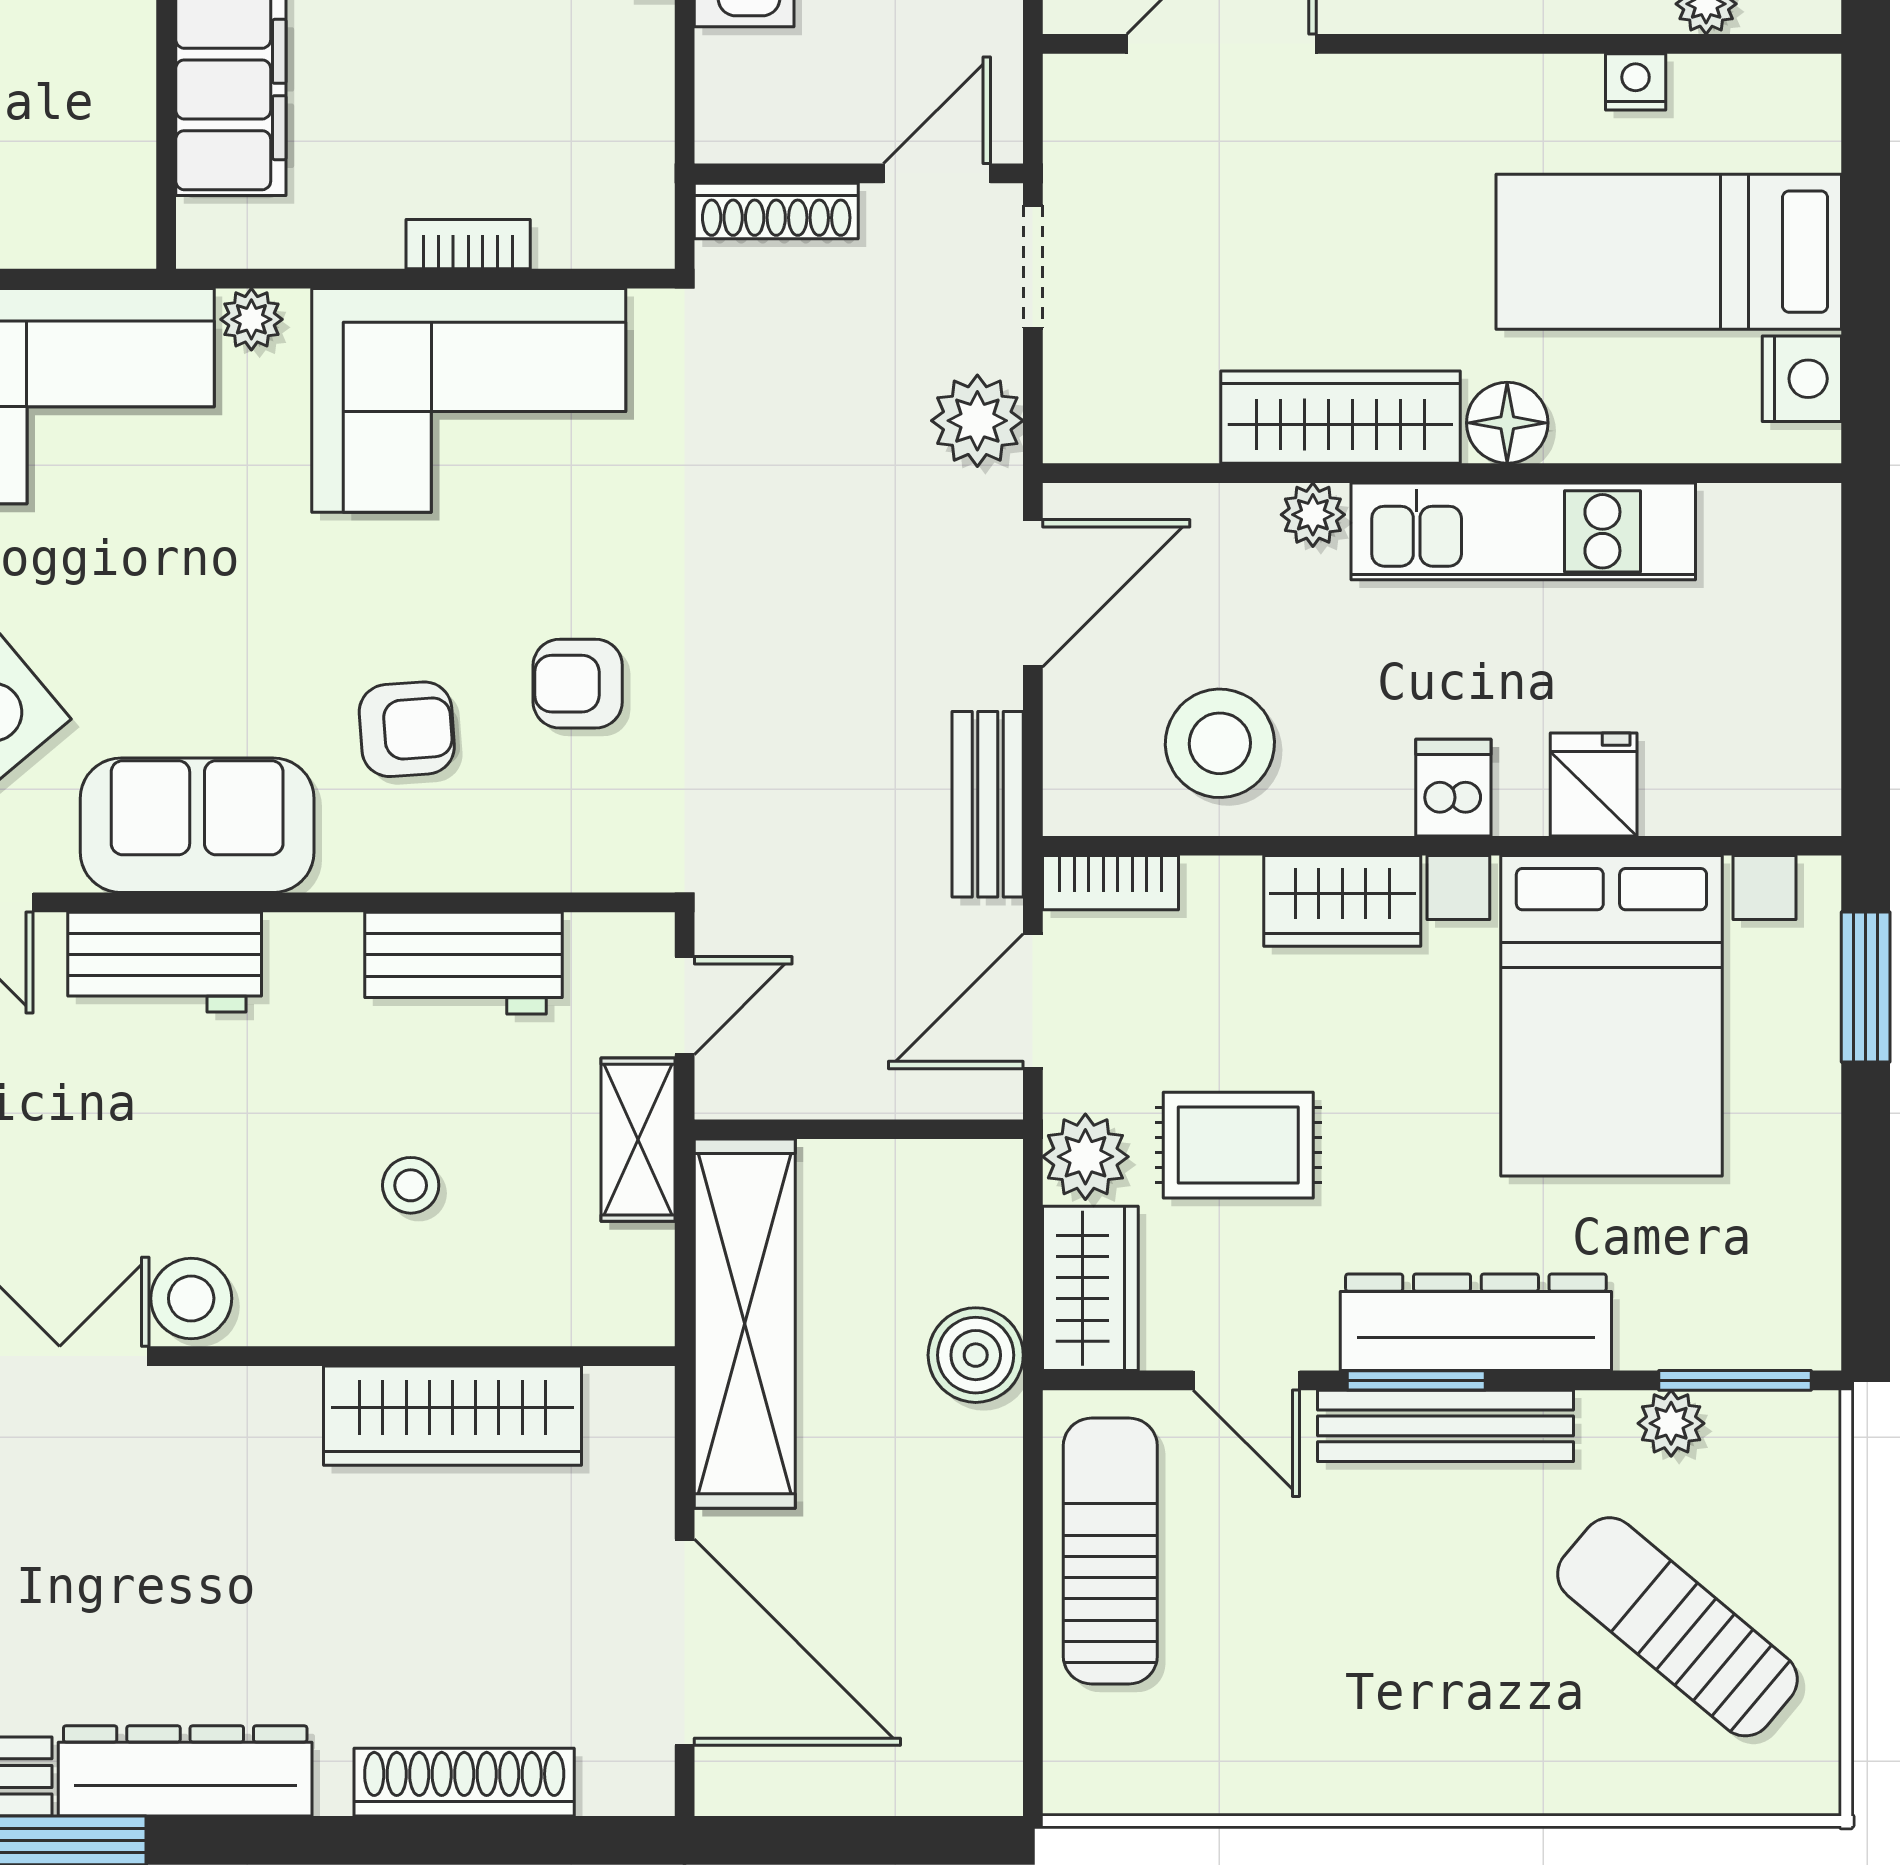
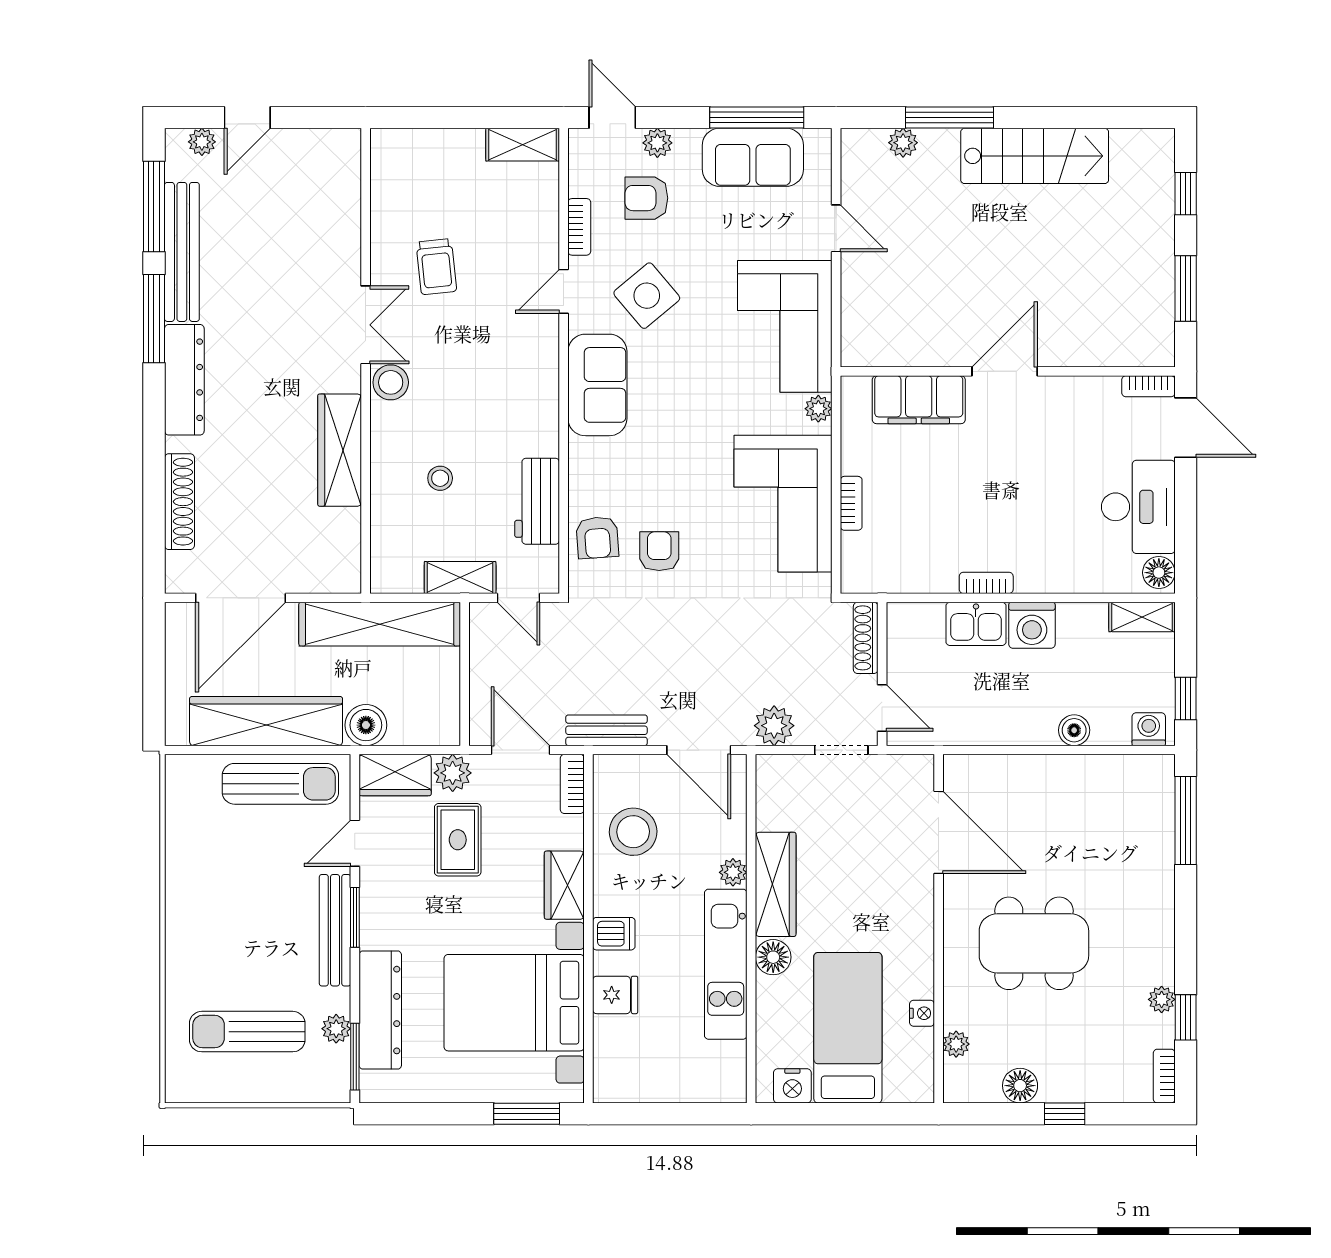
armchair: (407, 729) -> (597, 538), moved
workbench: (165, 962) -> (538, 371), removed
dresser: (1476, 1322) -> (380, 1010), moved
wardrobe: (452, 1416) -> (340, 450), moved
wardrobe: (967, 1584) -> (266, 721), added
sun lounger: (1677, 1627) -> (247, 1032), turned -130

